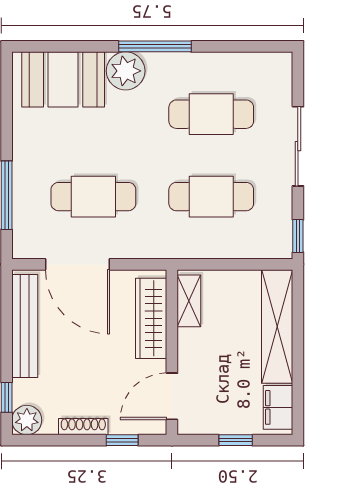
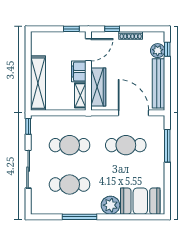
window: (155, 46) -> (79, 217), moved
filing cabinet: (278, 407) -> (79, 71), moved, turned 180
plant: (27, 420) -> (158, 51), moved
window: (236, 440) -> (71, 29), moved

